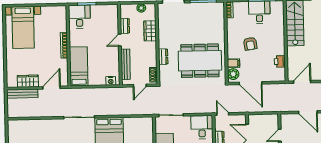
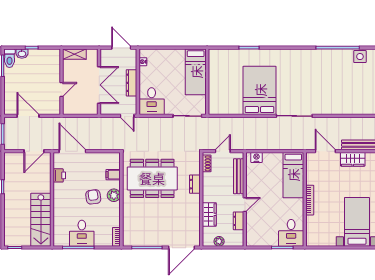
plant: (233, 74) -> (114, 195), moved
door: (251, 83) -> (72, 151), moved
door: (52, 88) -> (325, 151), swing flipped

